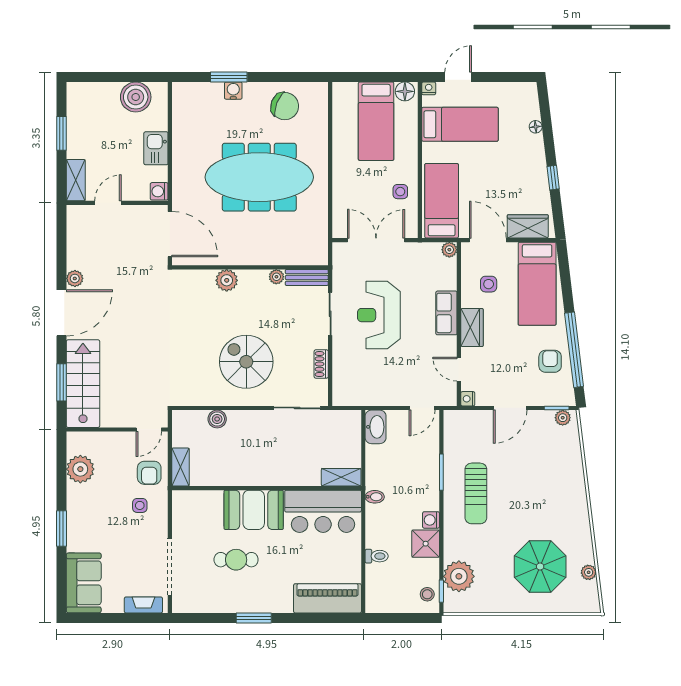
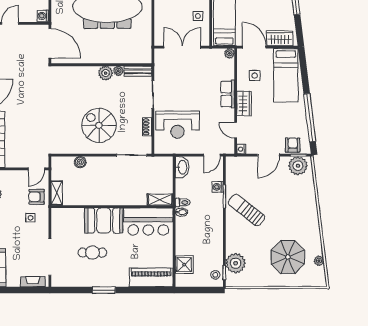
plant: (227, 280) -> (106, 73), moved
reception desk: (379, 315) -> (178, 125), moved, turned -90
armchair: (550, 361) -> (293, 145), moved
plant: (563, 418) -> (298, 166), width x1.88, depth x1.88
armchair: (149, 473) -> (37, 197), turned 90
sun lounger: (476, 493) -> (247, 210), turned 128
washing machine: (431, 520) -> (218, 187), moved
shower: (426, 544) -> (184, 265), moved
toilet: (377, 556) -> (183, 202), moved

